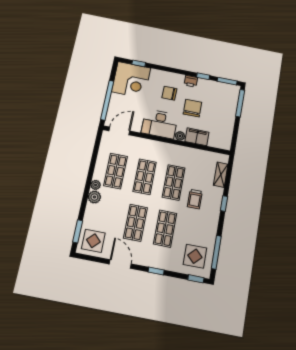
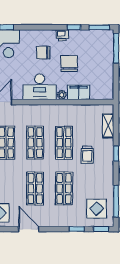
window: (156, 271) -> (77, 229), moved

